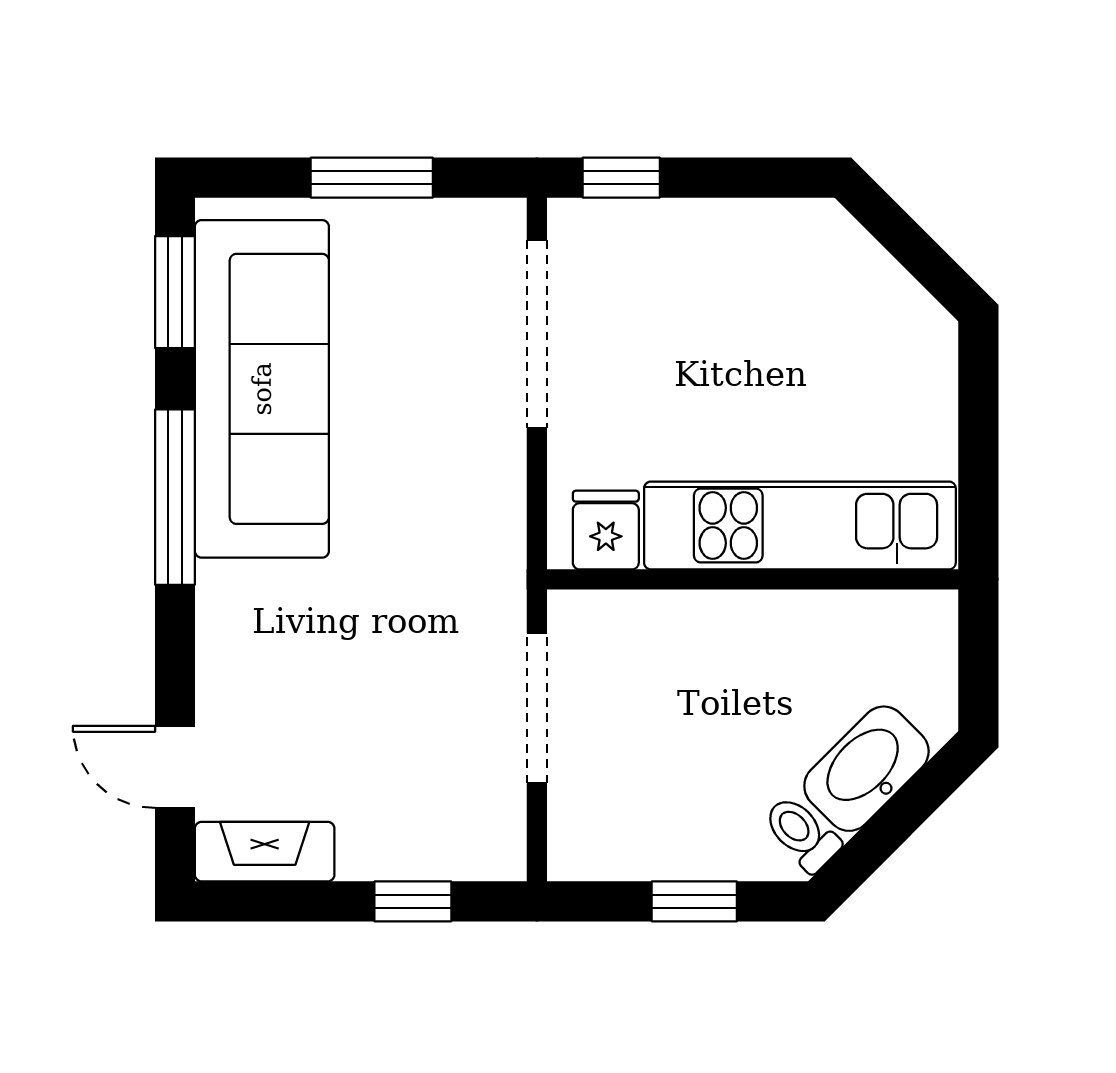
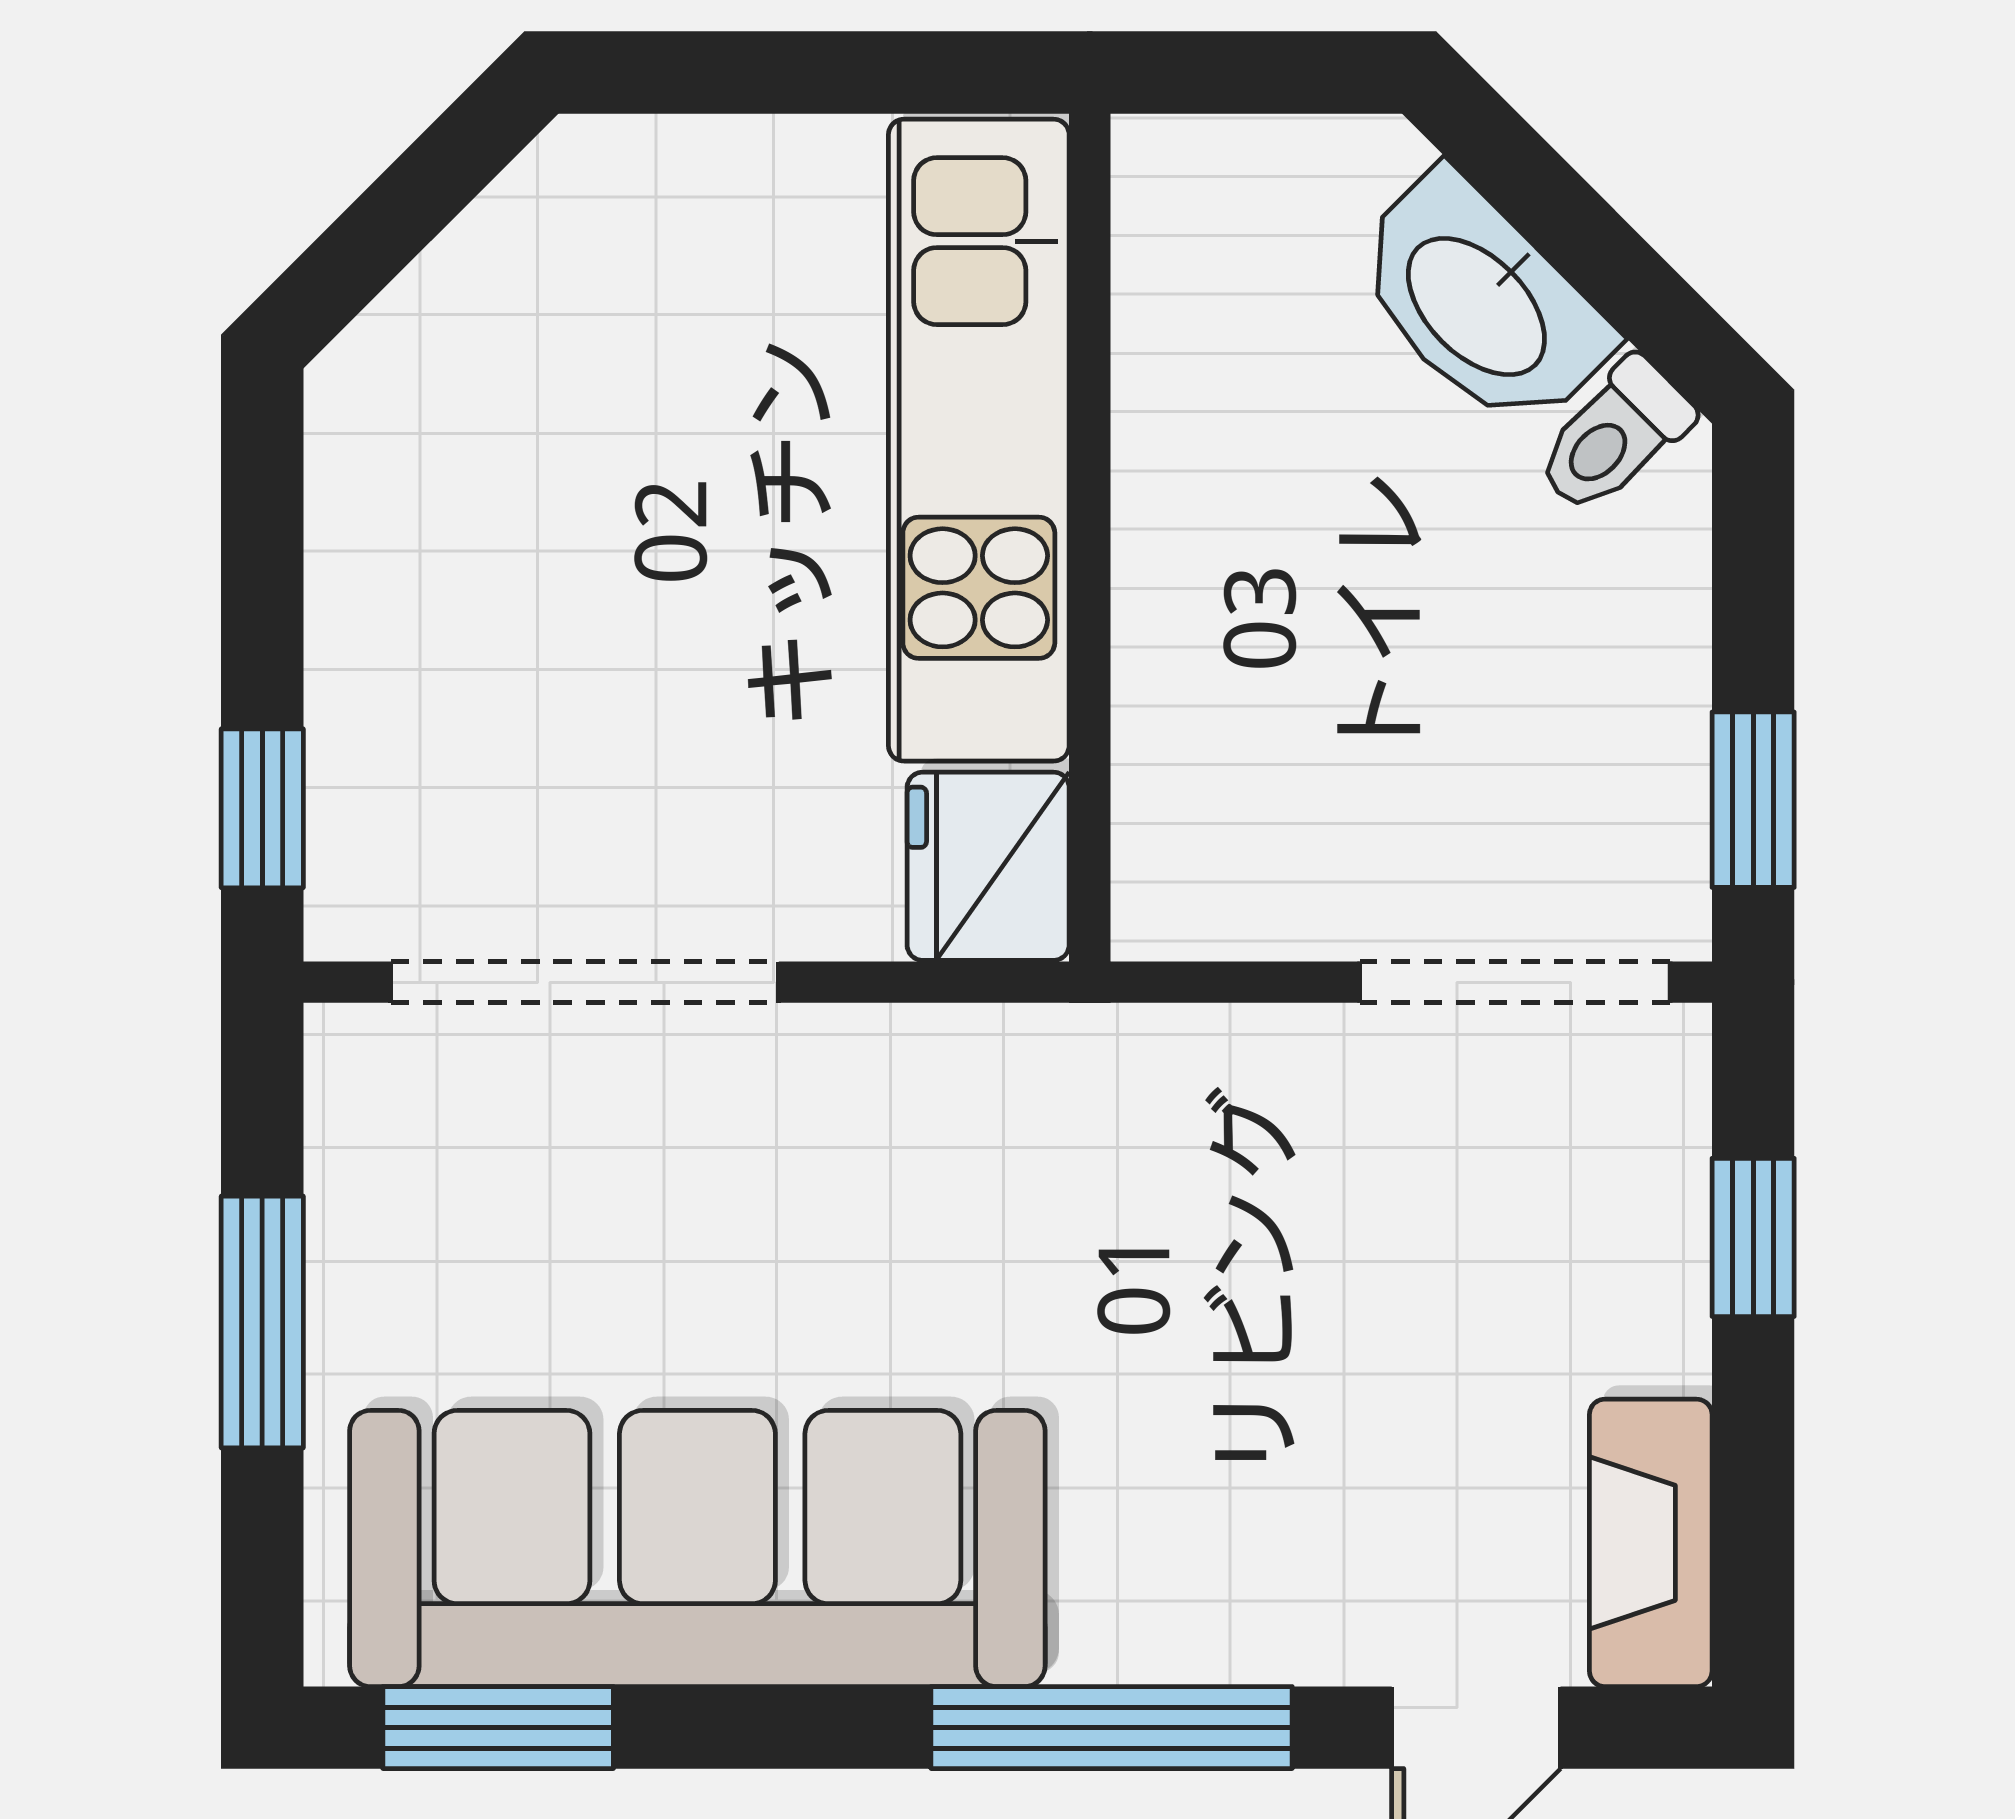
window: (175, 497) -> (1112, 1728), moved
fridge: (606, 530) -> (988, 866), width x1.38
doorway: (537, 708) -> (1515, 982), moved
window: (694, 901) -> (1753, 800), moved

